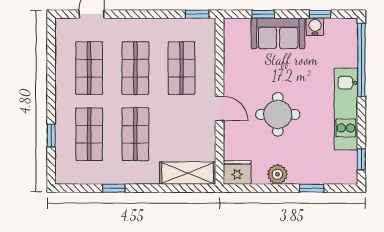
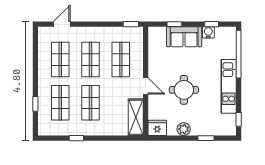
shelving: (188, 173) -> (136, 117), moved, turned 90

